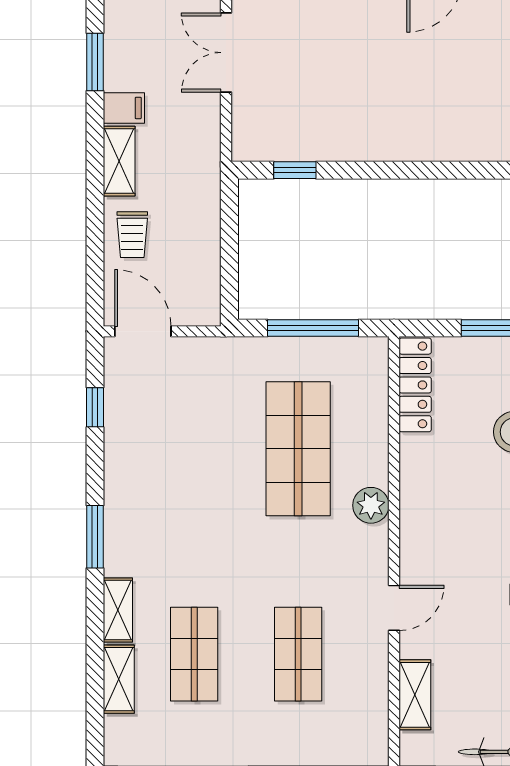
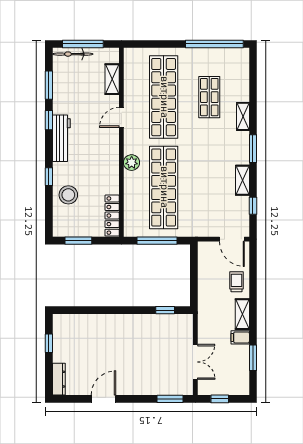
shop shelf: (298, 449) -> (164, 187), width x1.40
shop shelf: (298, 654) -> (164, 97), width x2.00, depth x1.36
shelving: (119, 679) -> (242, 180), moved

